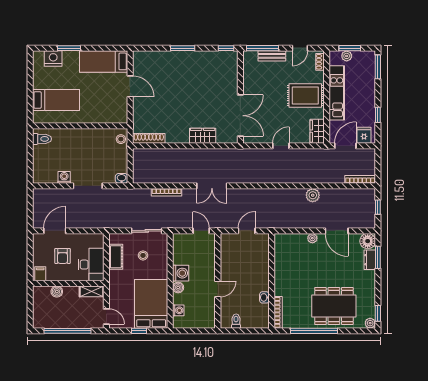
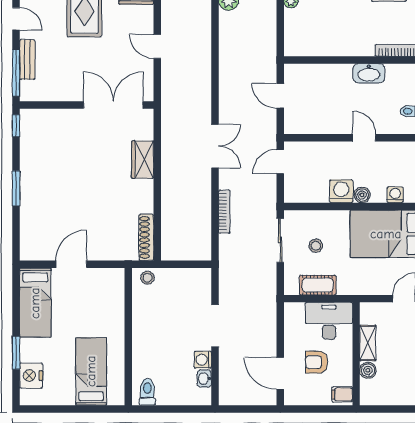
washbasin: (122, 178) -> (204, 379), moved
armchair: (63, 256) -> (317, 362), turned 180
shelving: (92, 291) -> (368, 343), moved
washbasin: (264, 297) -> (369, 73), width x1.91, depth x1.45

